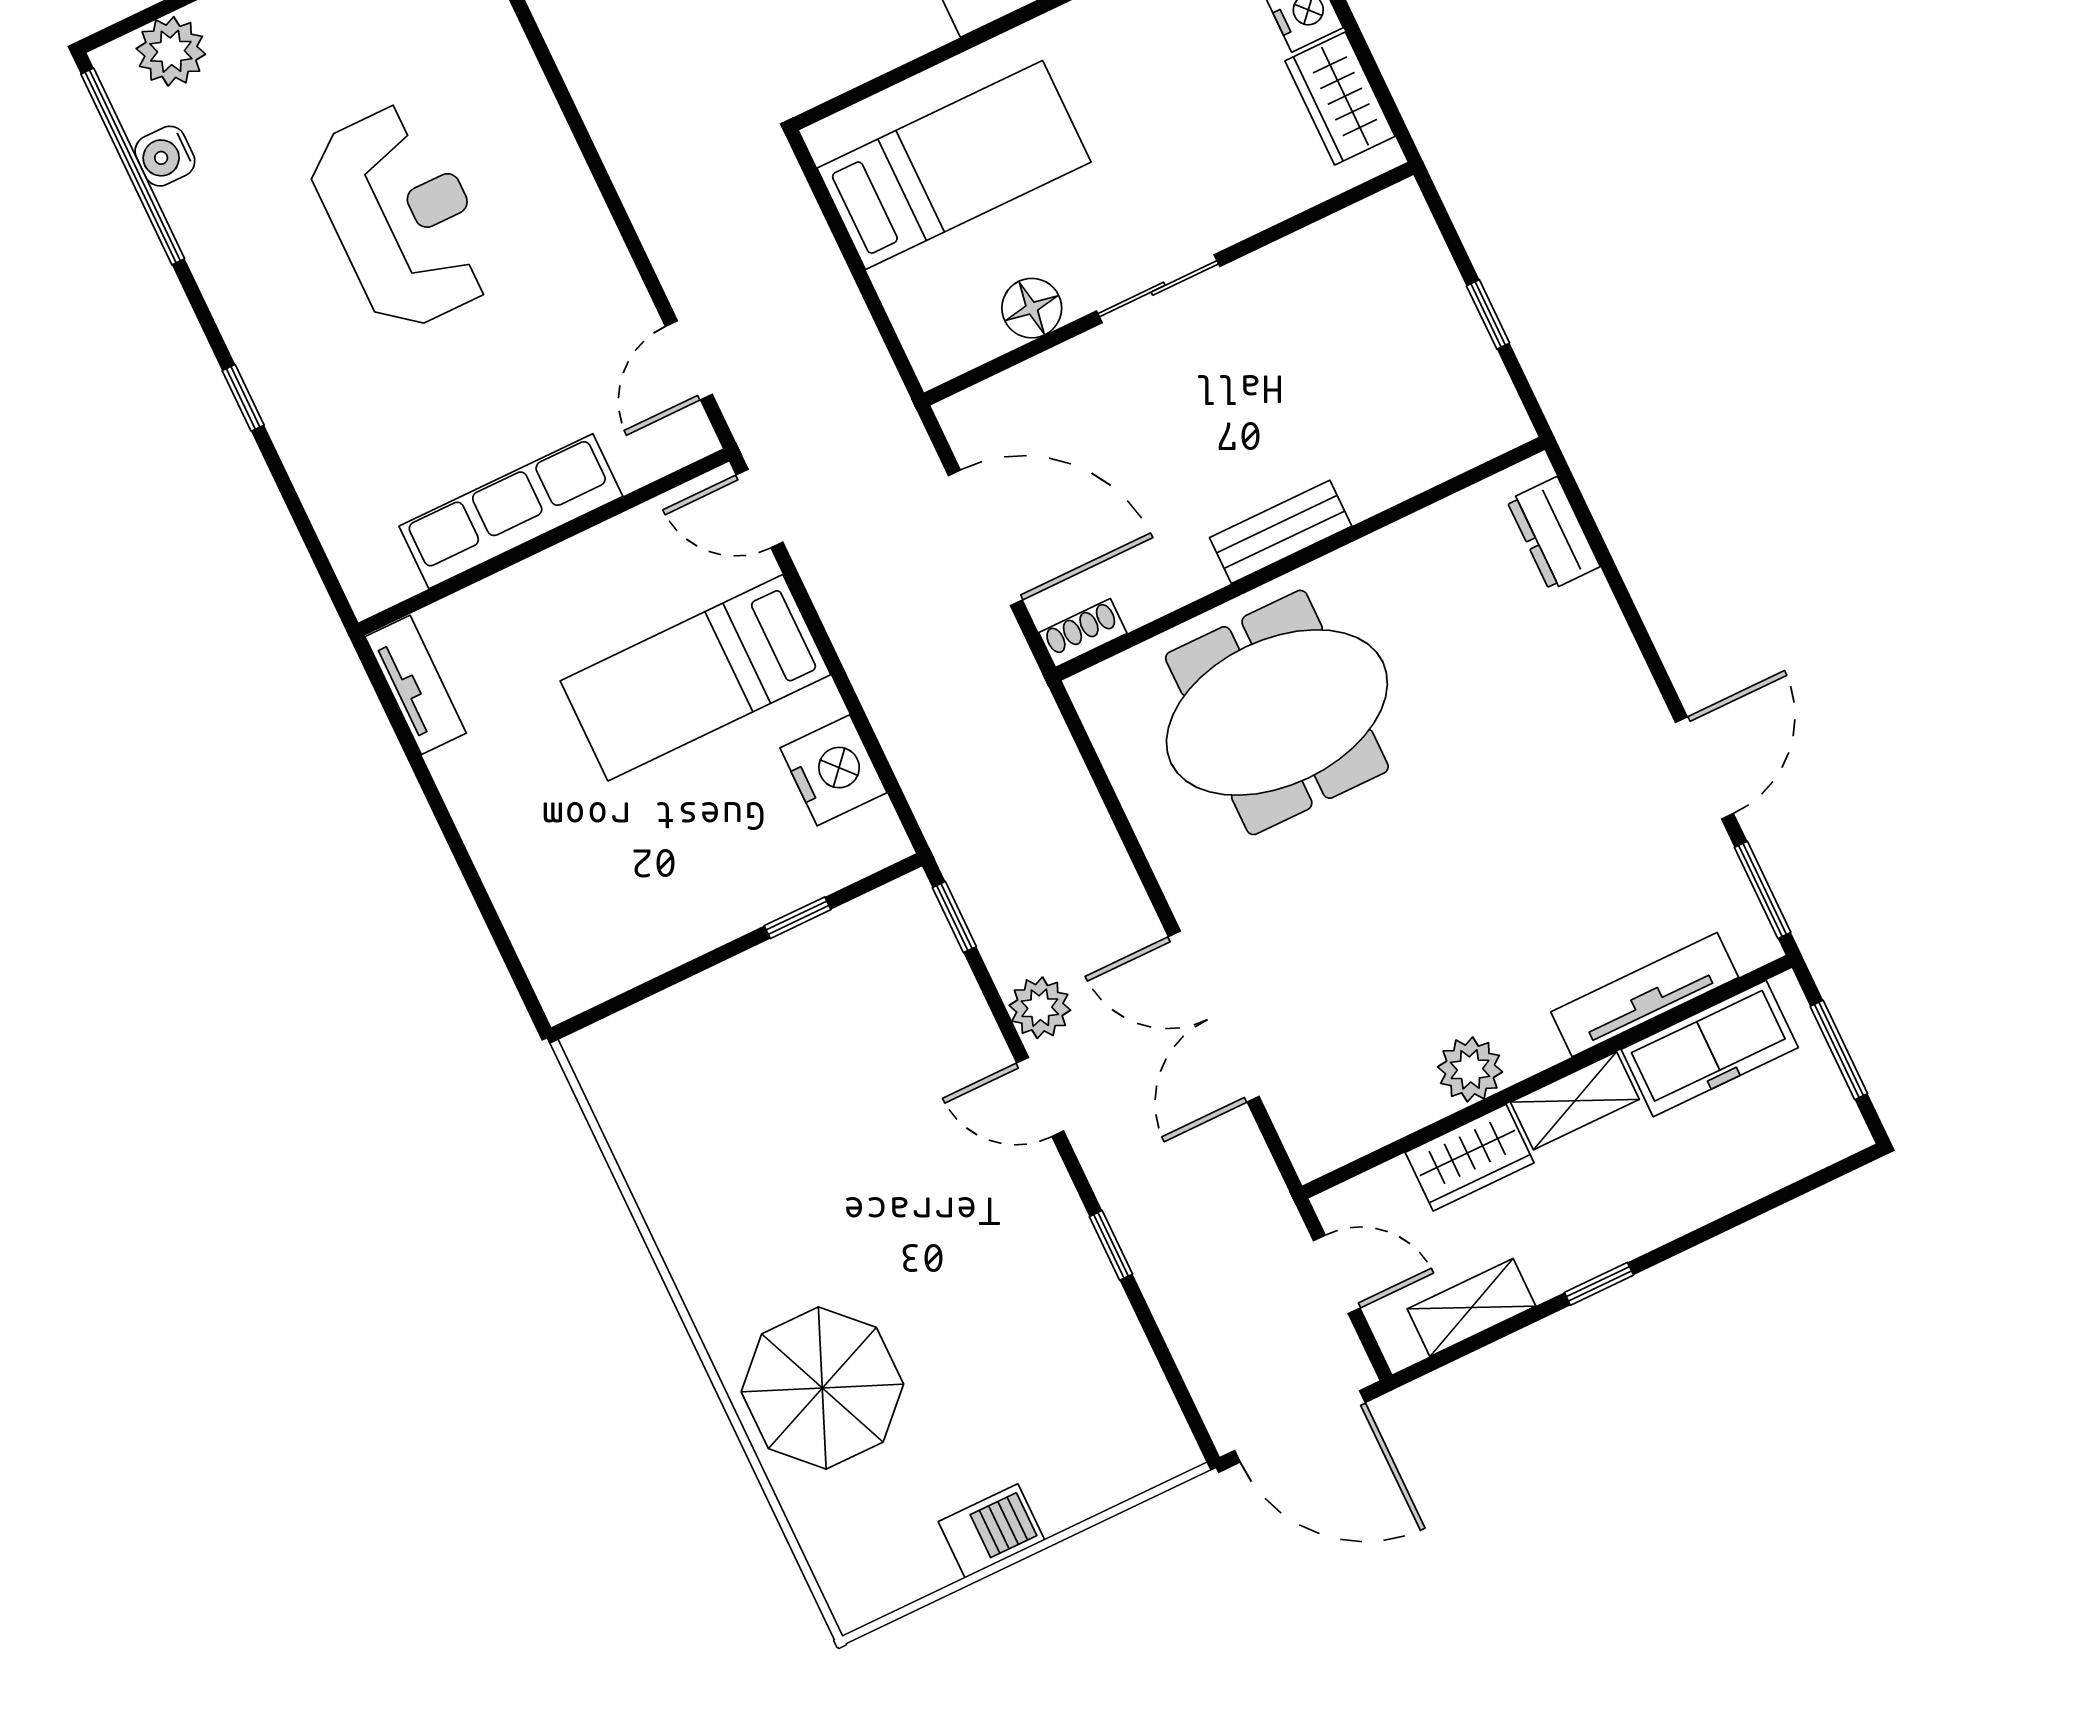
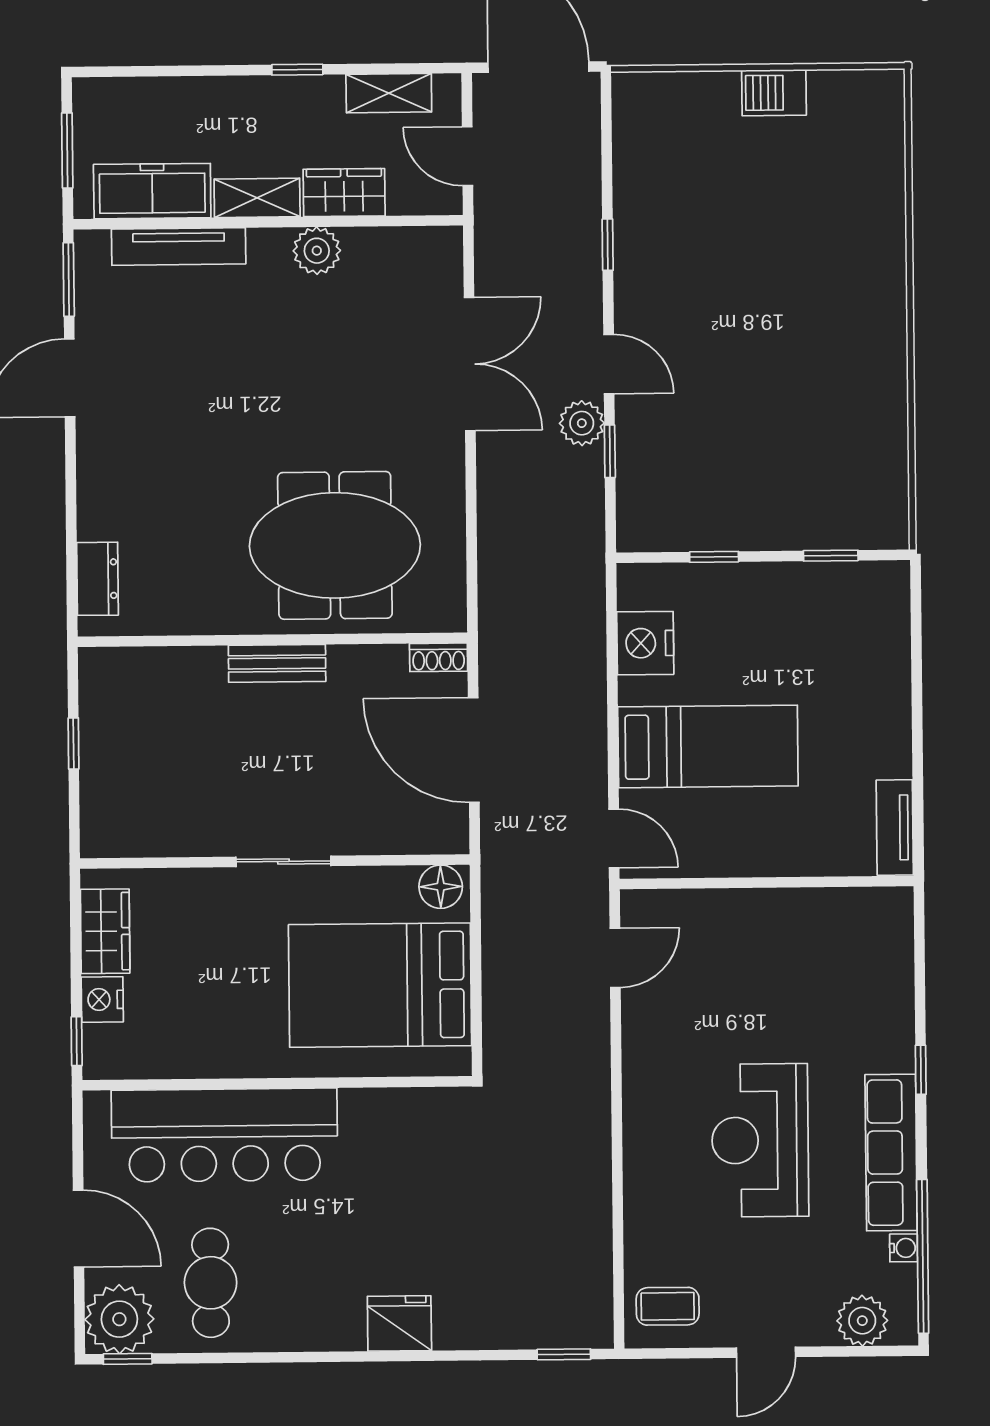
water cooler: (165, 156) -> (904, 1248), width x0.72, depth x0.72
bed: (954, 165) -> (380, 985), width x1.50
floor lamp: (1032, 308) -> (441, 887), moved
row of seats: (511, 511) -> (891, 1153), moved, turned 90
window: (954, 917) -> (610, 451), moved
window: (653, 987) -> (831, 556), added
parasol: (822, 1388) -> (842, 239), removed

